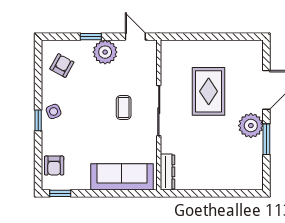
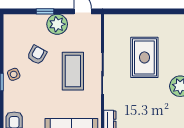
armchair: (62, 66) -> (37, 55), moved
coffee table: (124, 108) -> (73, 71), width x1.86, depth x1.72

